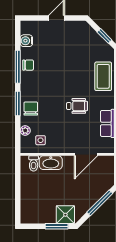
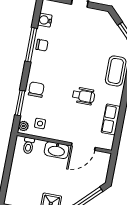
window: (18, 103) -> (20, 103), moved
plant: (25, 131) -> (23, 126), moved
washbasin: (51, 163) -> (57, 150), moved

